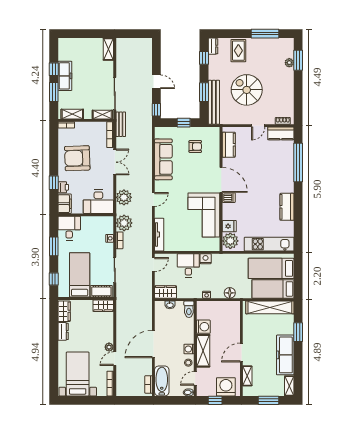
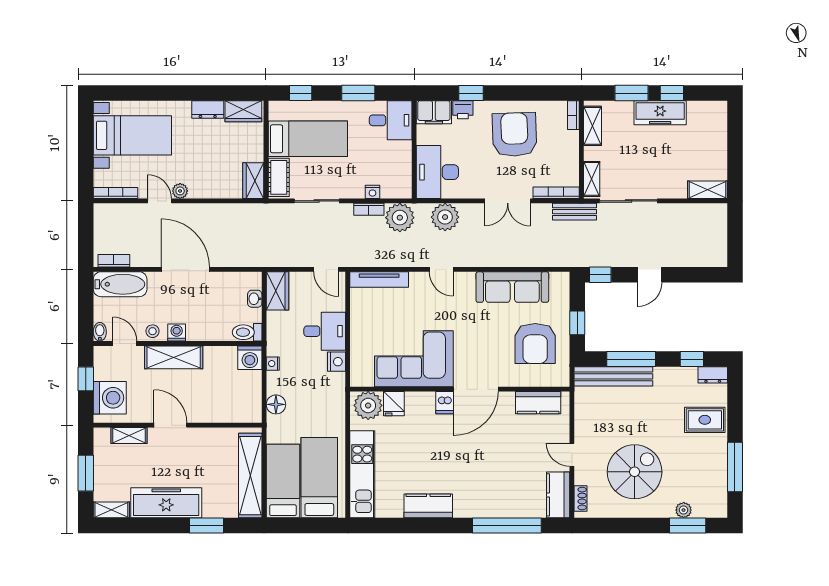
spiral stairs: (247, 90) -> (635, 472), moved
window: (204, 92) -> (631, 359), width x1.44
armchair: (195, 146) -> (535, 344), width x1.88, depth x1.88
washing machine: (203, 327) -> (250, 358), moved

